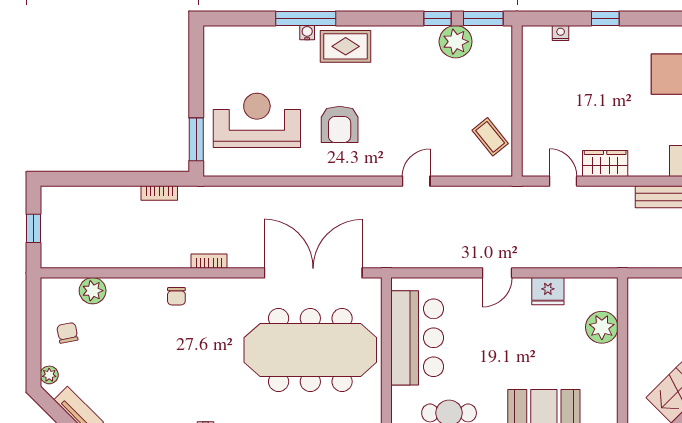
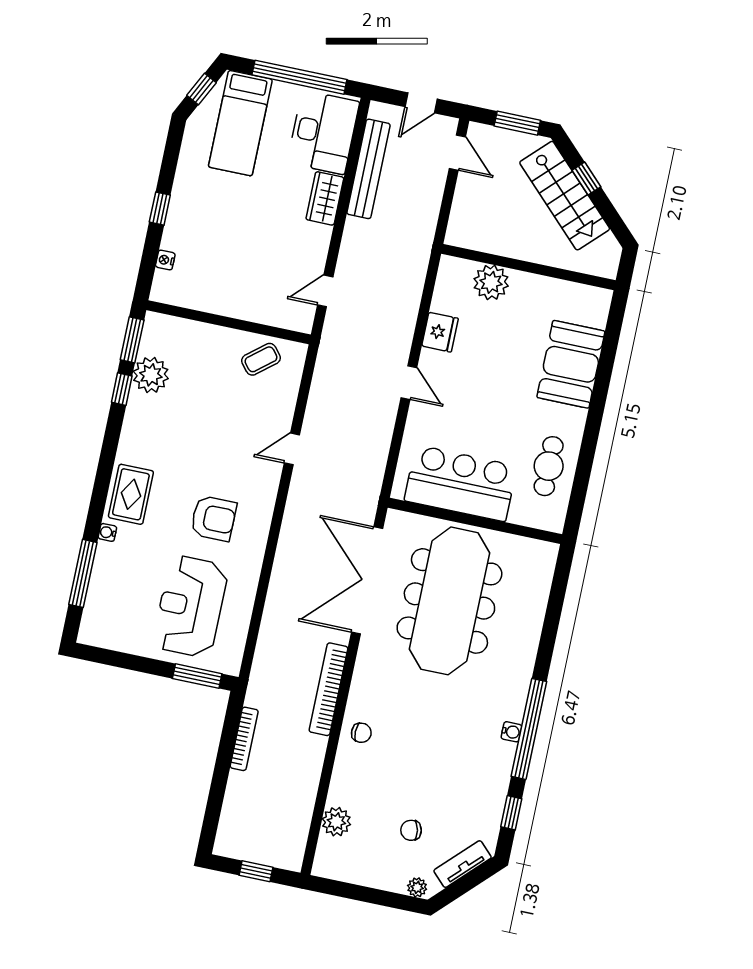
window: (306, 18) -> (83, 573), moved
wardrobe: (605, 164) -> (325, 198), moved
door: (416, 181) -> (292, 449), hinge flipped
bookcase: (159, 193) -> (244, 739), width x1.56
bookcase: (209, 261) -> (328, 689), width x2.31, depth x1.31
chair: (67, 333) -> (411, 830), moved

